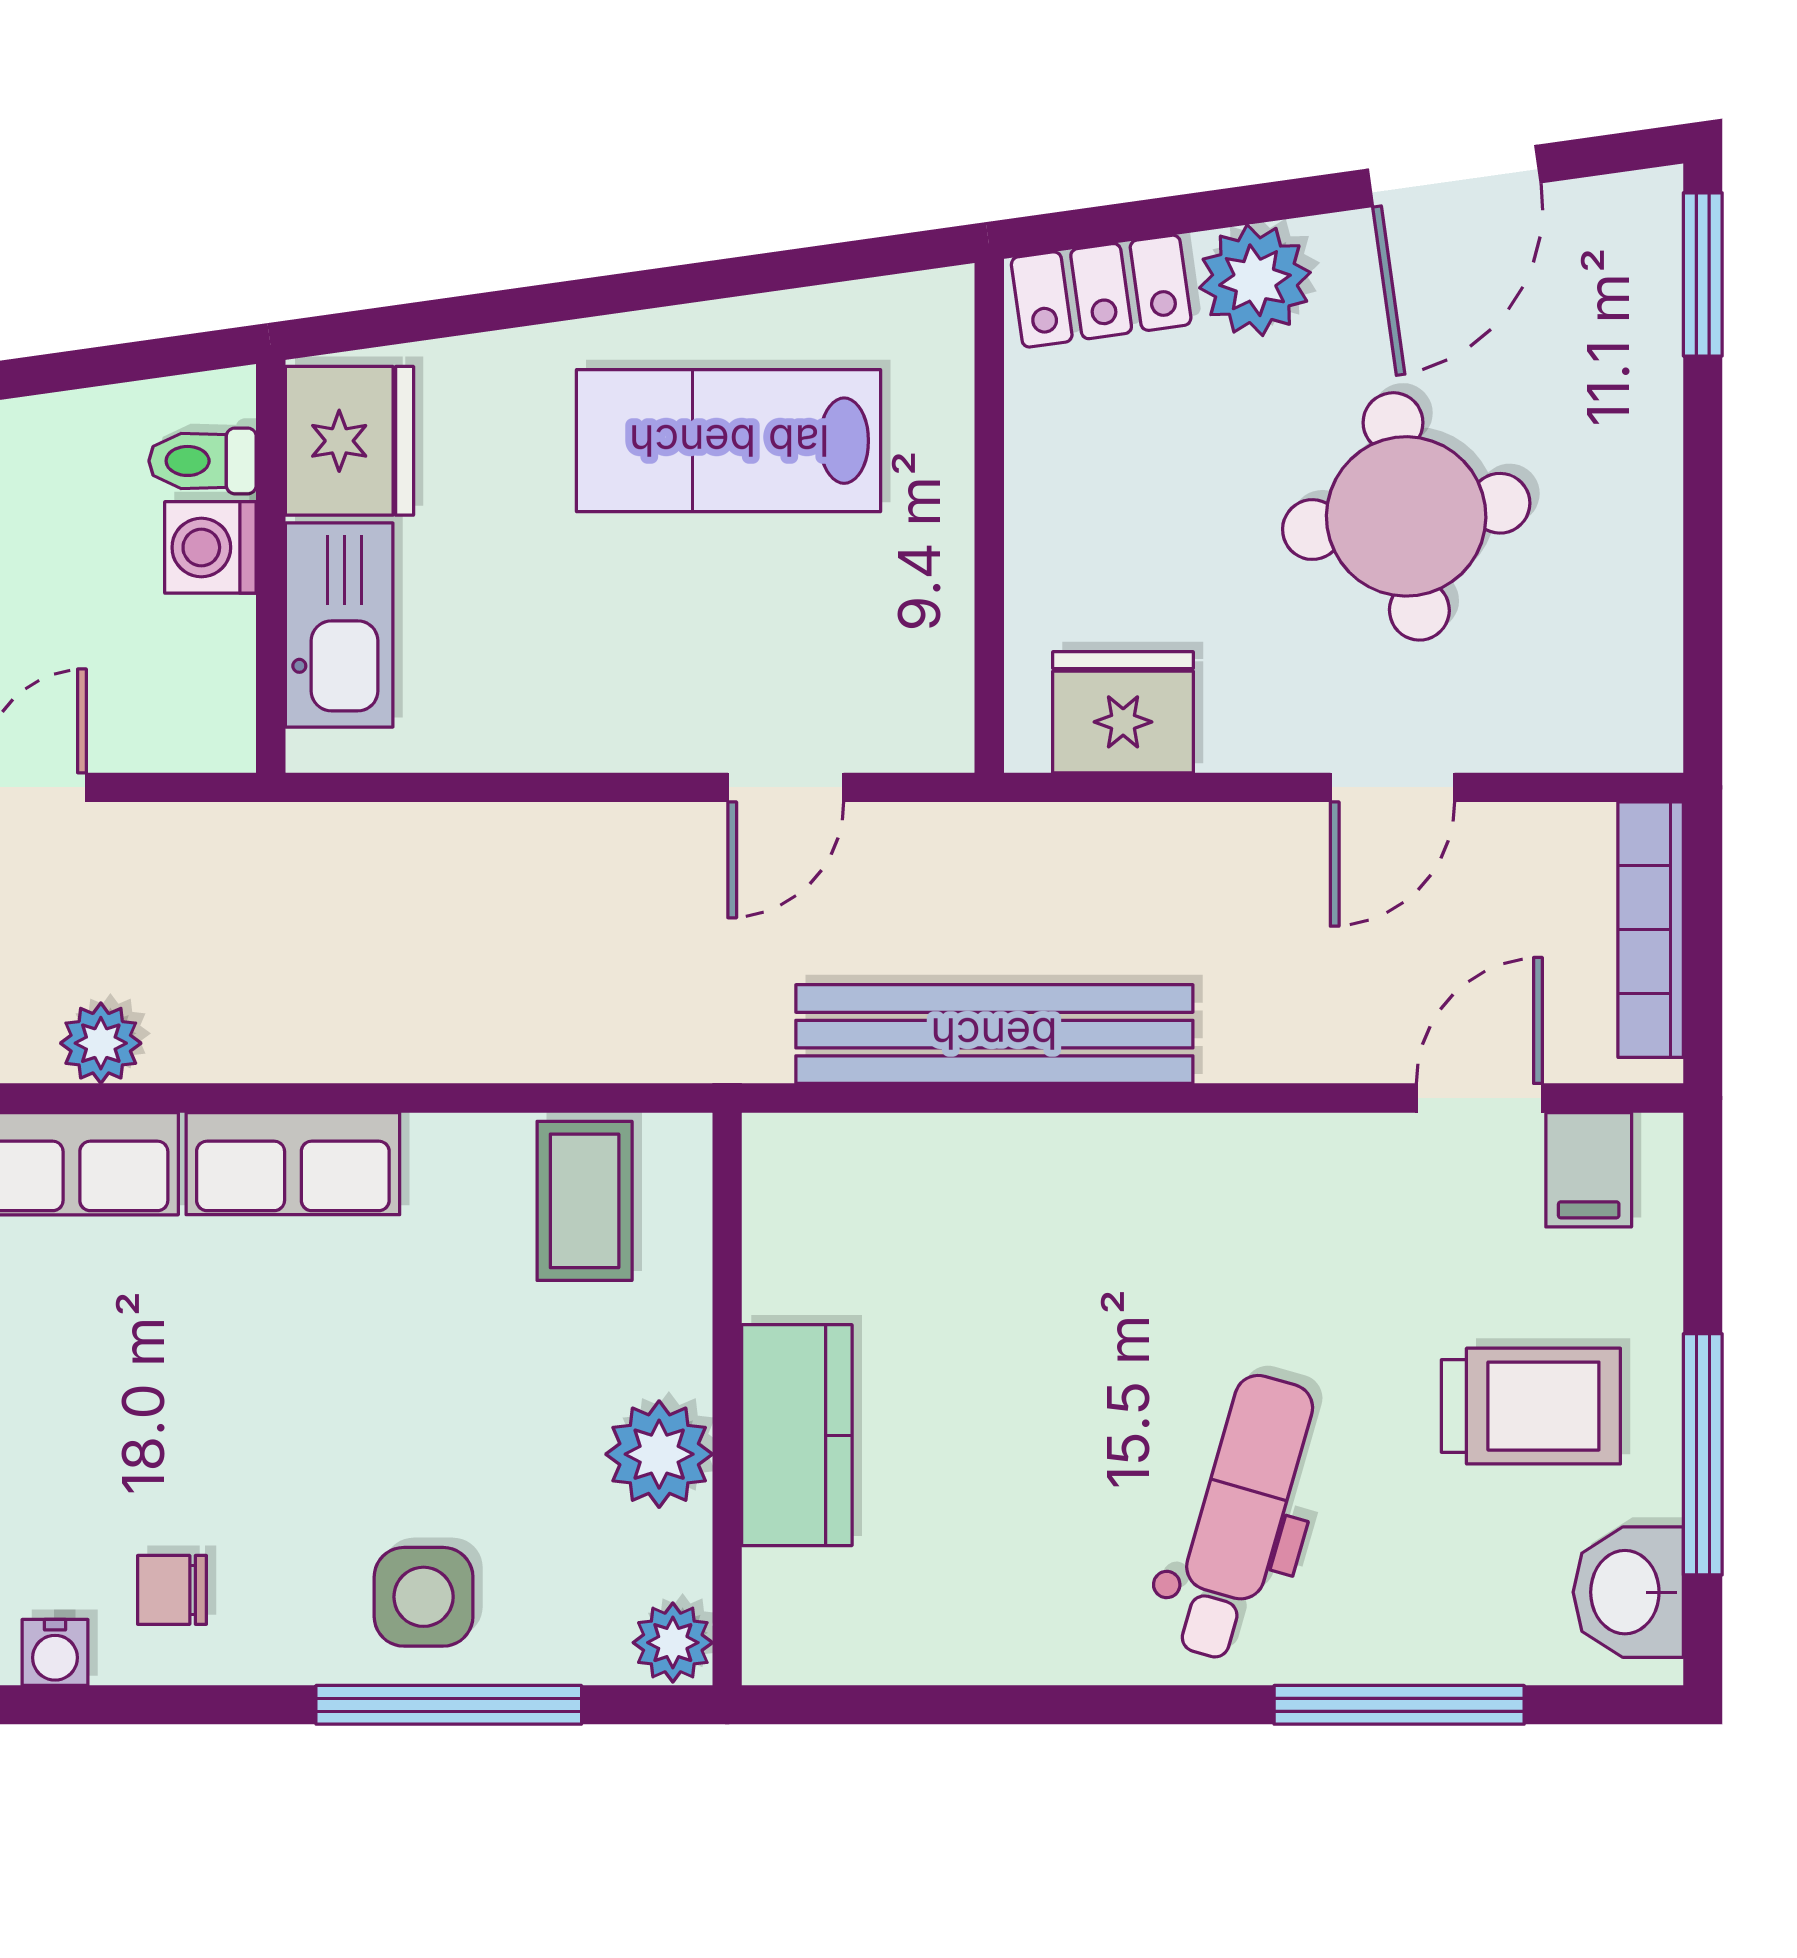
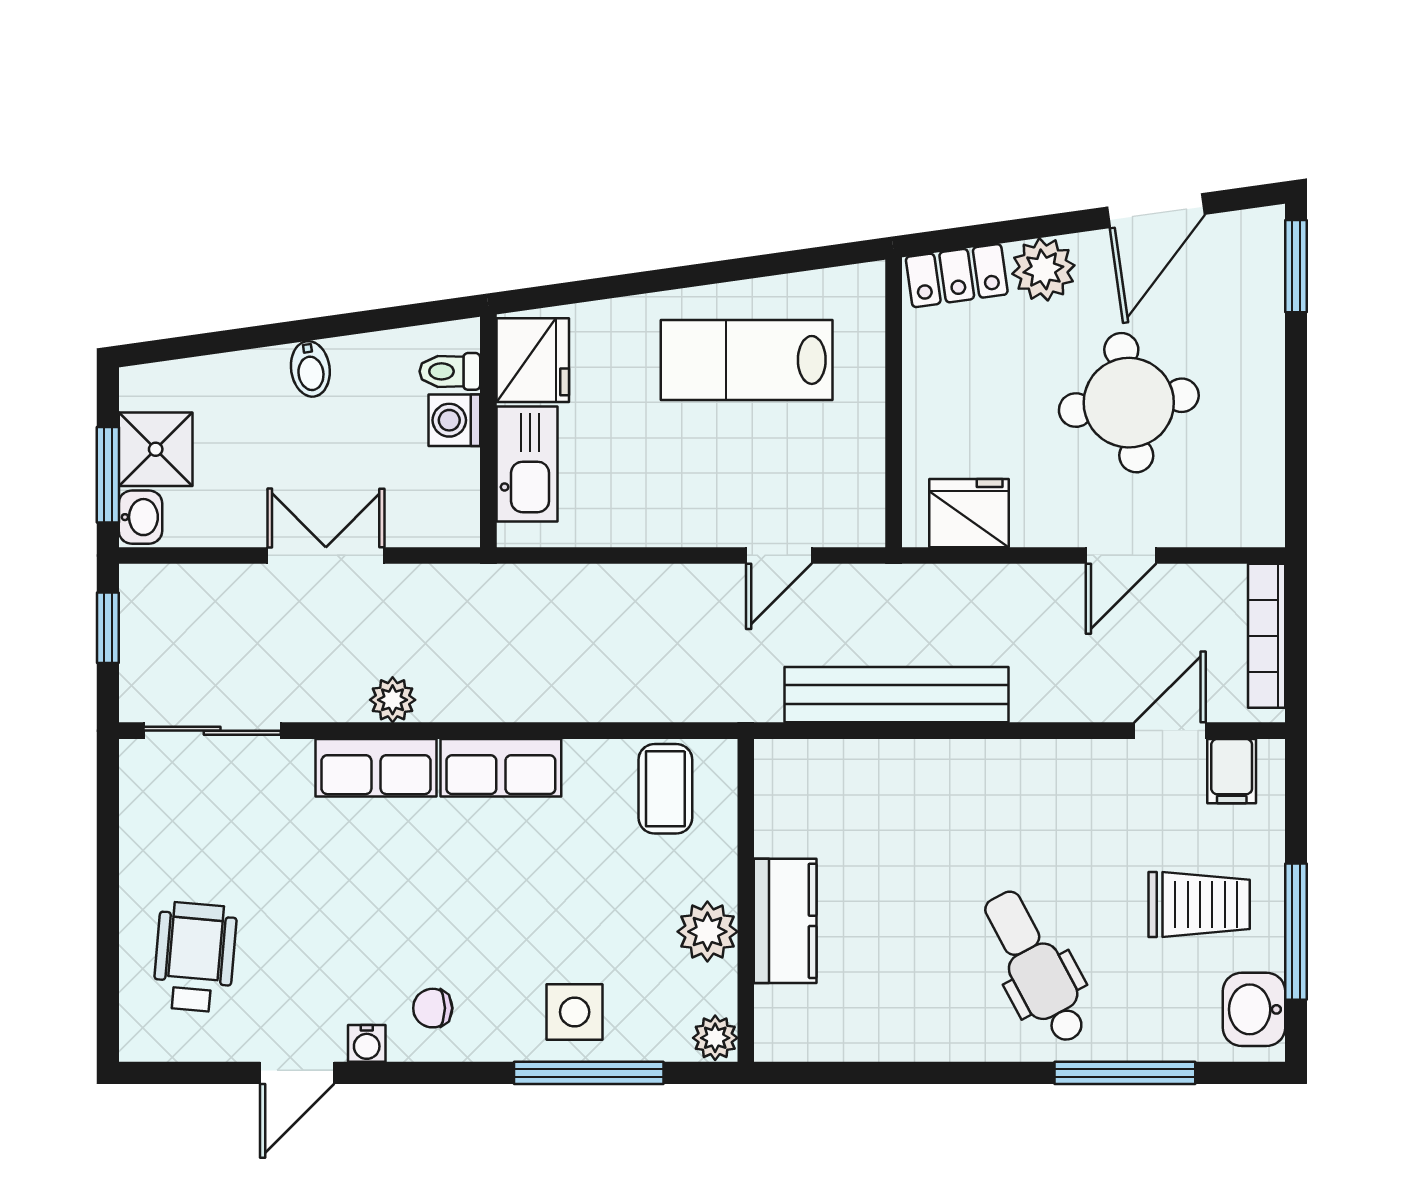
dental chair: (1241, 1517) -> (1036, 967), turned -44

